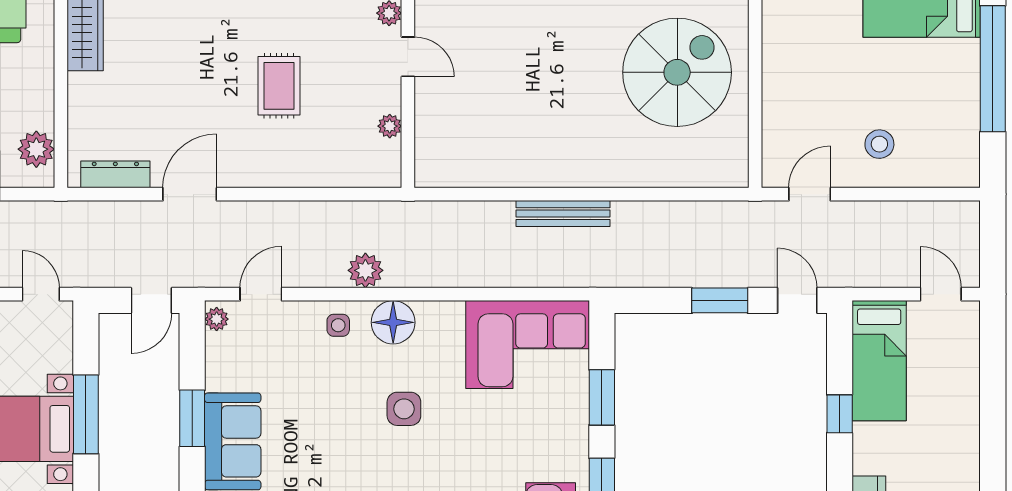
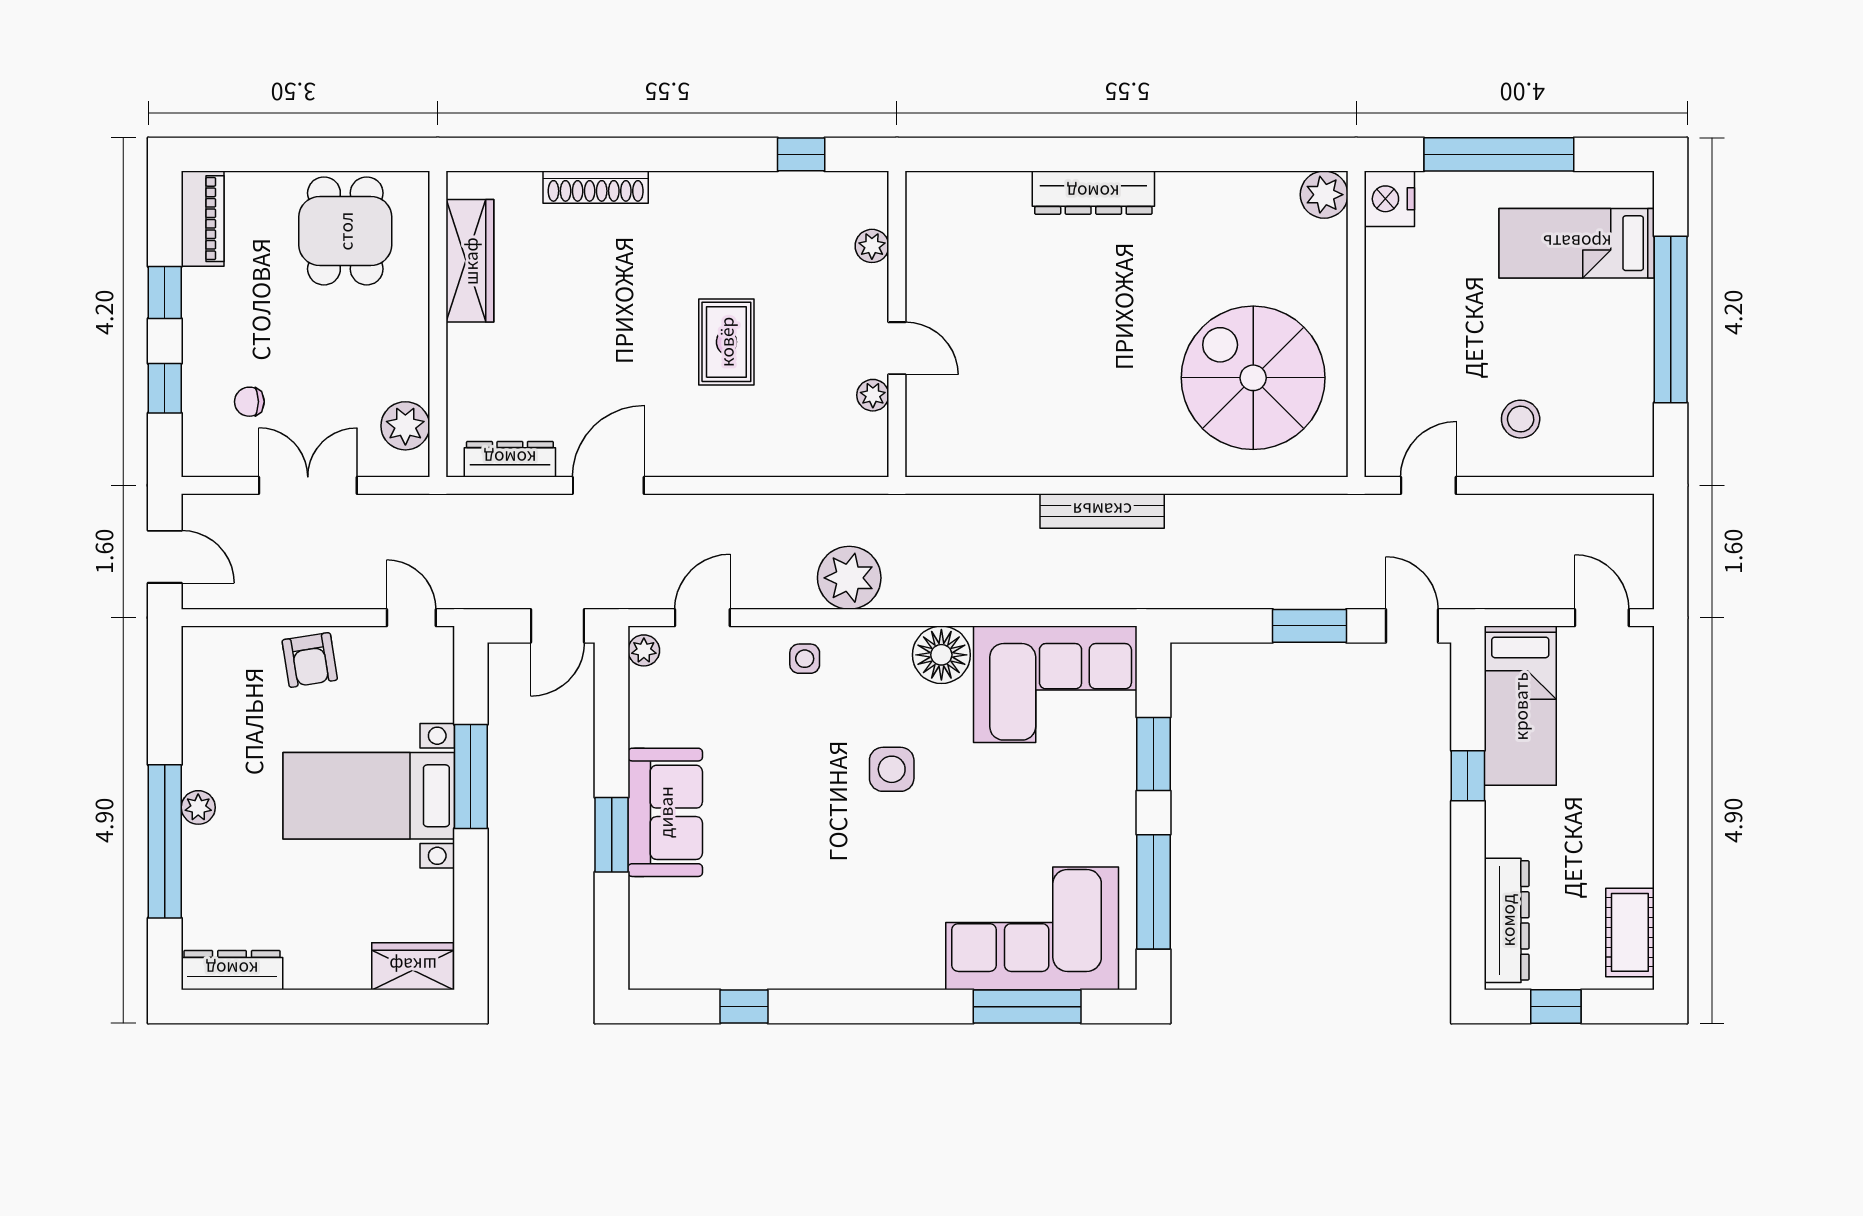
door: (408, 57) -> (897, 348), moved
spiral stairs: (677, 72) -> (1253, 378), moved, turned -90
plant: (365, 270) -> (849, 578), width x1.36, depth x1.36
floor lamp: (393, 322) -> (941, 655), moved
window: (192, 418) -> (612, 835), moved

